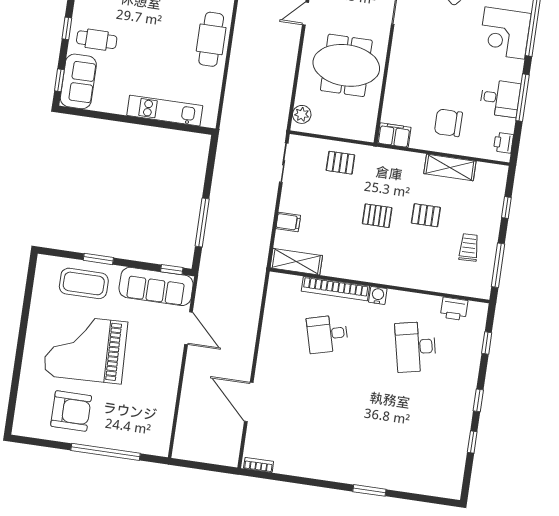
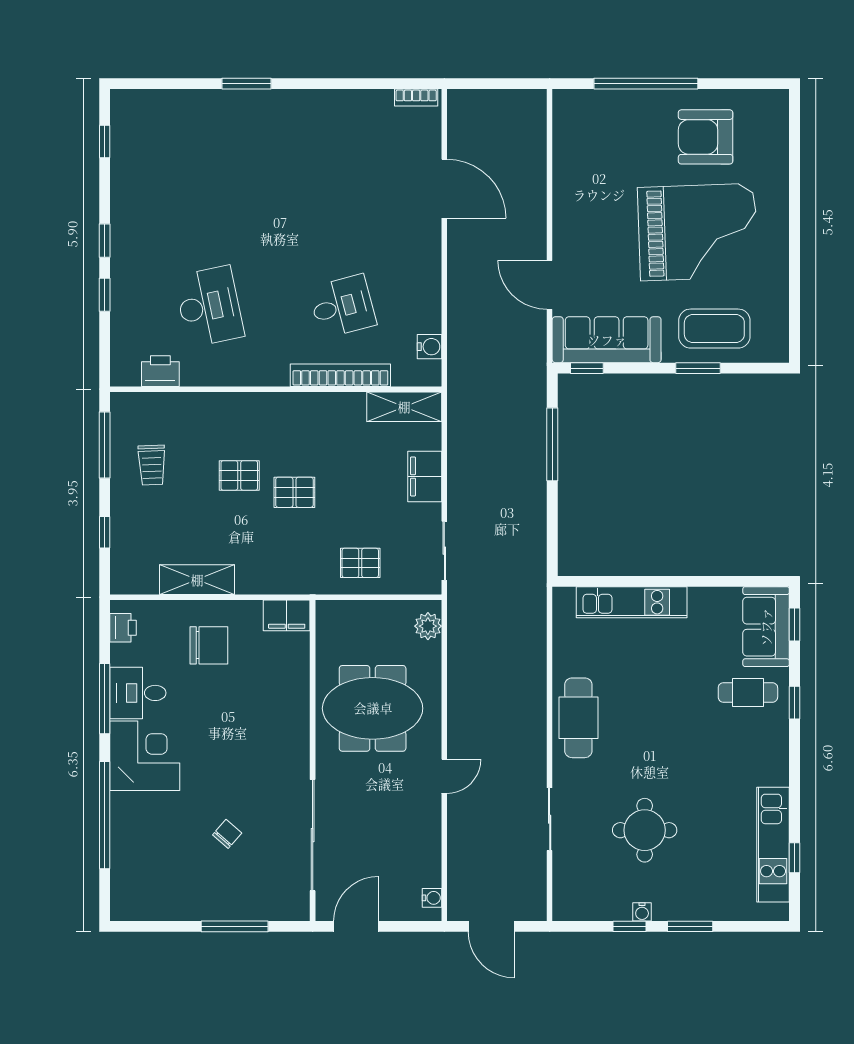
corner desk: (505, 33) -> (145, 756), moved
pallet: (426, 215) -> (239, 475), moved
filing cabinet: (288, 222) -> (425, 476), width x2.00
water cooler: (378, 295) -> (429, 347), moved, turned -90
window: (487, 343) -> (105, 295), moved
window: (472, 442) -> (105, 141), moved

